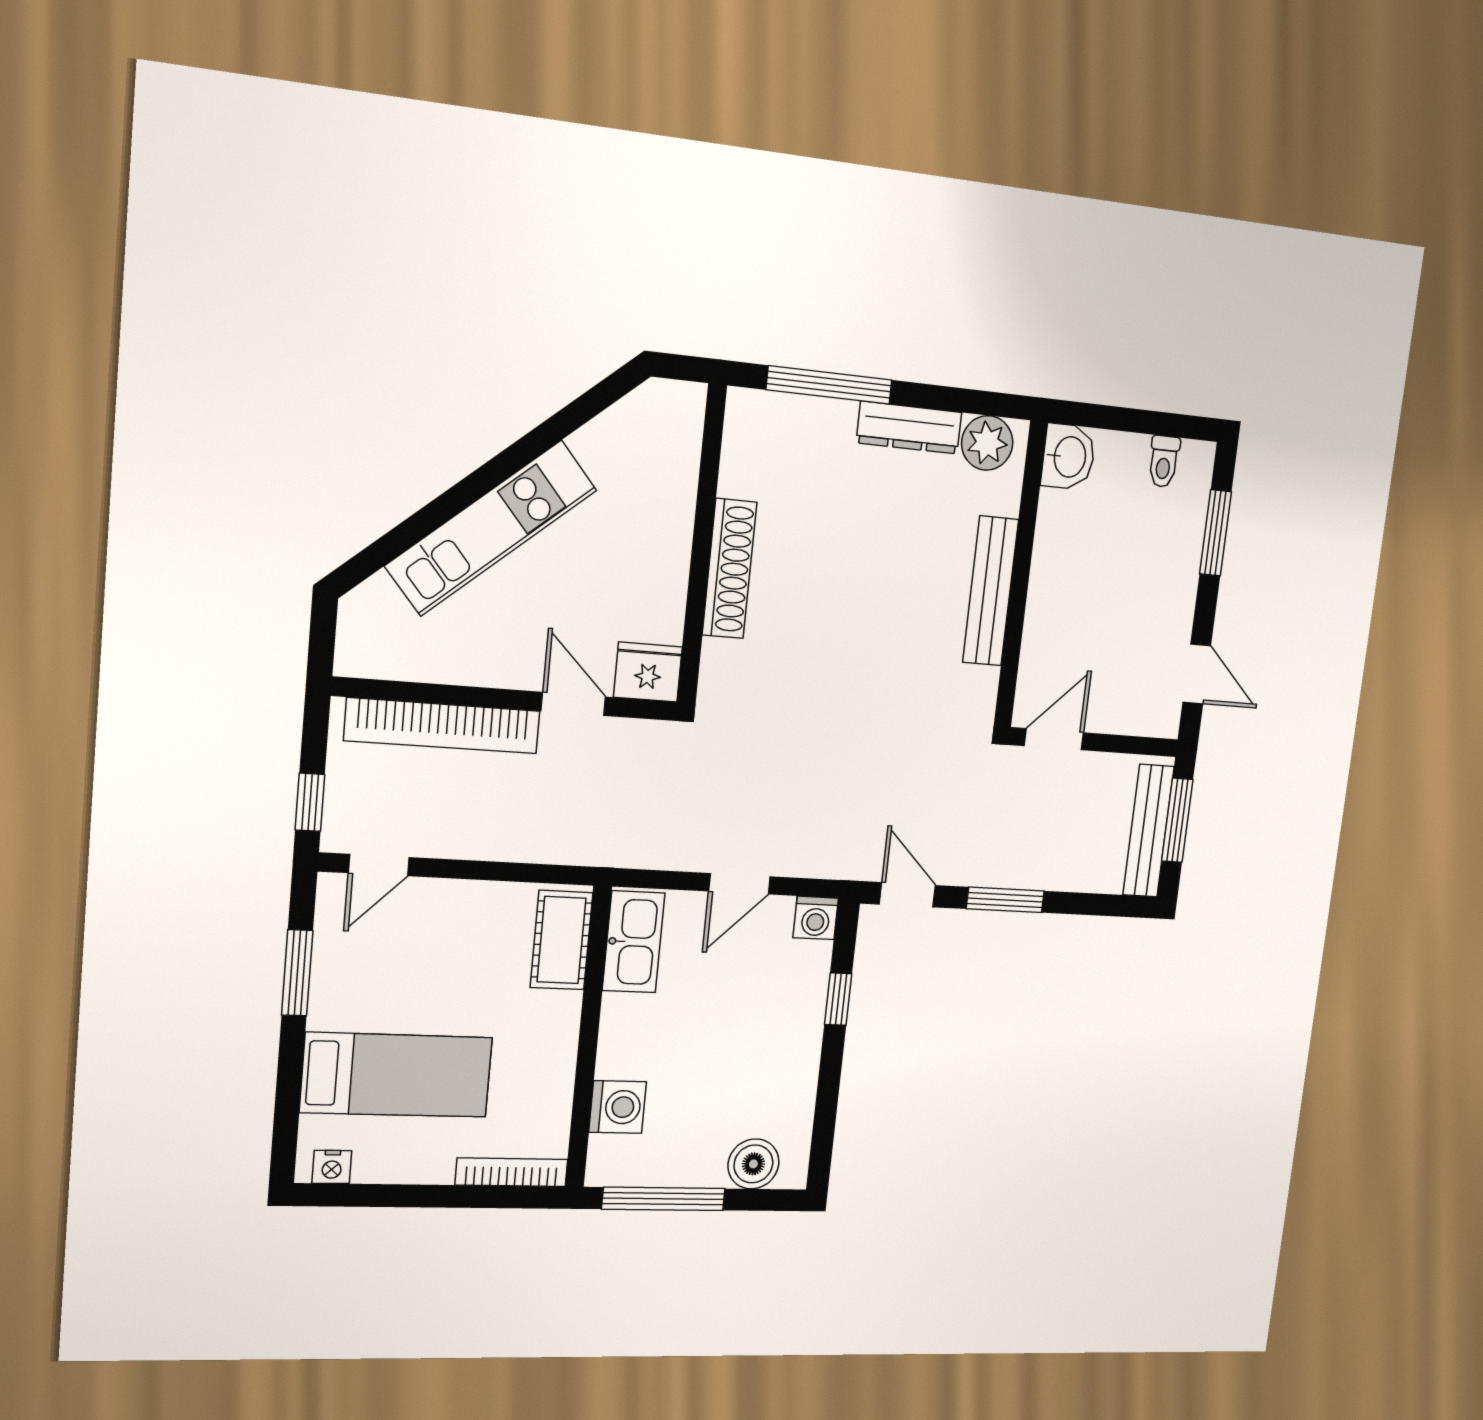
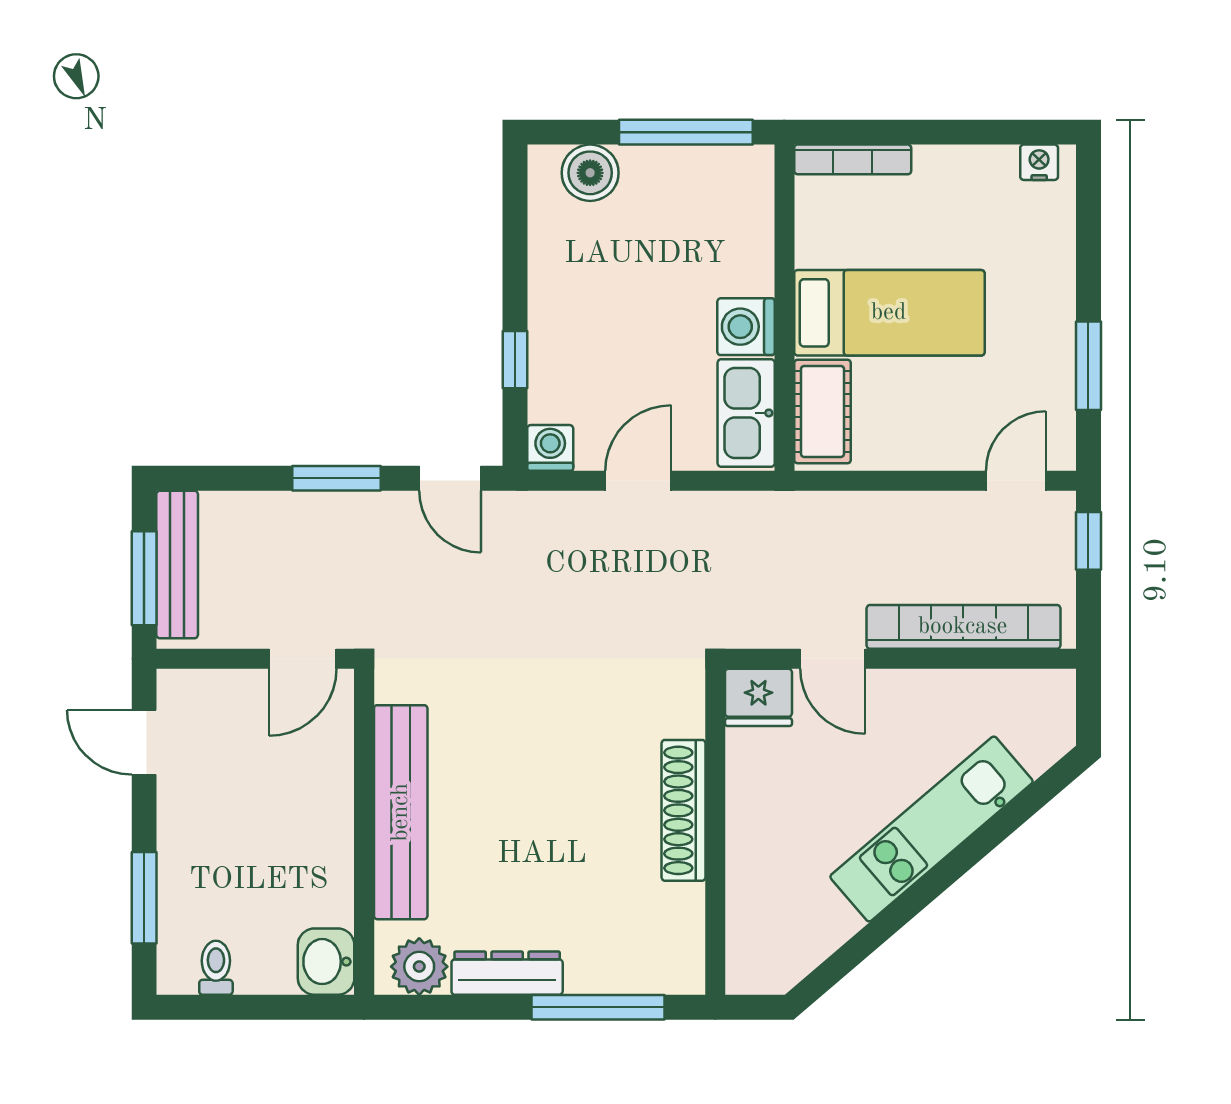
bench: (991, 591) -> (401, 812), width x1.37, depth x1.21
bed: (396, 1075) -> (889, 313), moved, turned 180
washing machine: (618, 1107) -> (746, 327), moved

